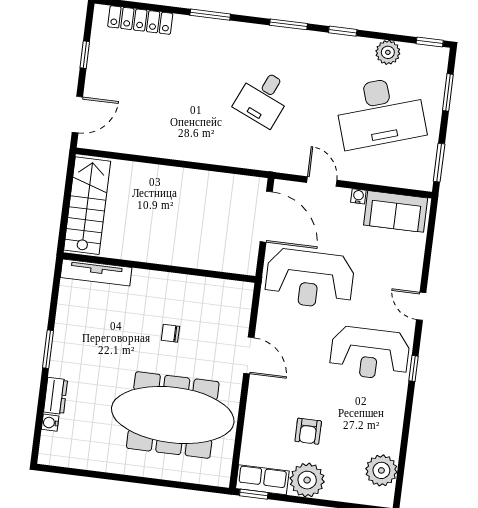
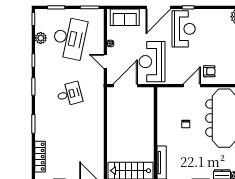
desk: (263, 98) -> (69, 94), turned -39
desk: (380, 112) -> (69, 38), turned 30
door: (322, 181) -> (105, 62), hinge flipped
sofa: (396, 211) -> (125, 17), moved, turned 90
reception desk: (310, 279) -> (152, 62), turned 180
door: (421, 306) -> (158, 7), width x1.88
armchair: (308, 431) -> (209, 71), moved

